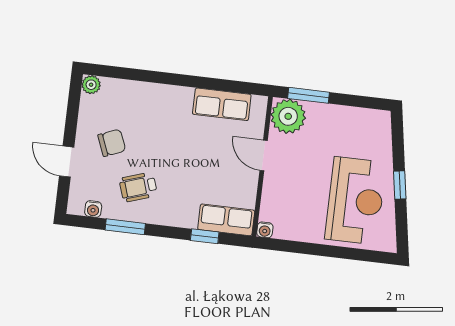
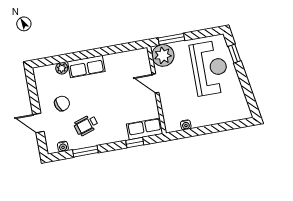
plant: (91, 85) -> (62, 68), moved
row of seats: (222, 104) -> (86, 66), moved
window: (400, 185) -> (234, 54), moved
reception desk: (355, 201) -> (210, 68), moved
water cooler: (265, 230) -> (186, 125), moved

